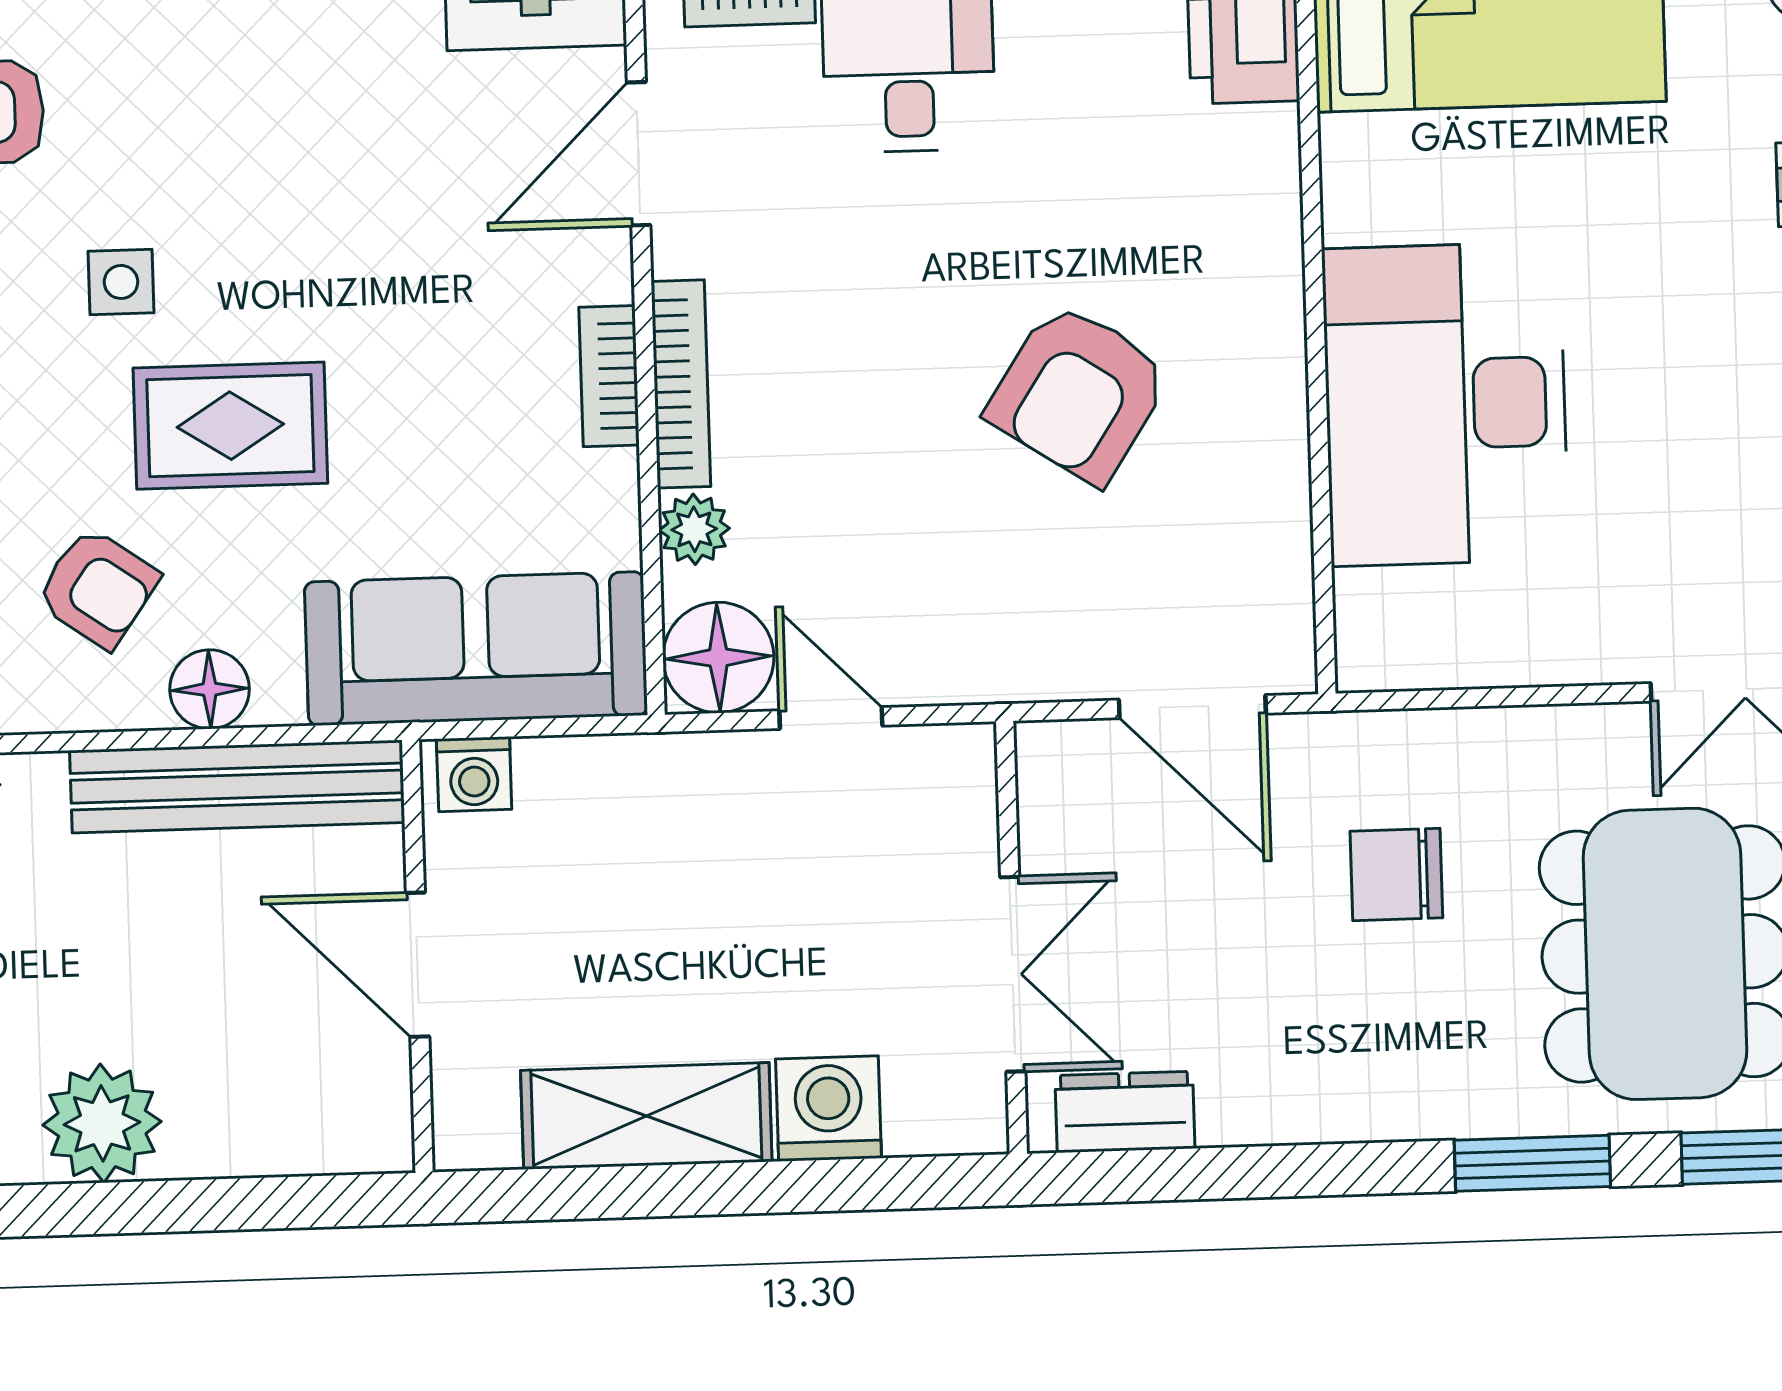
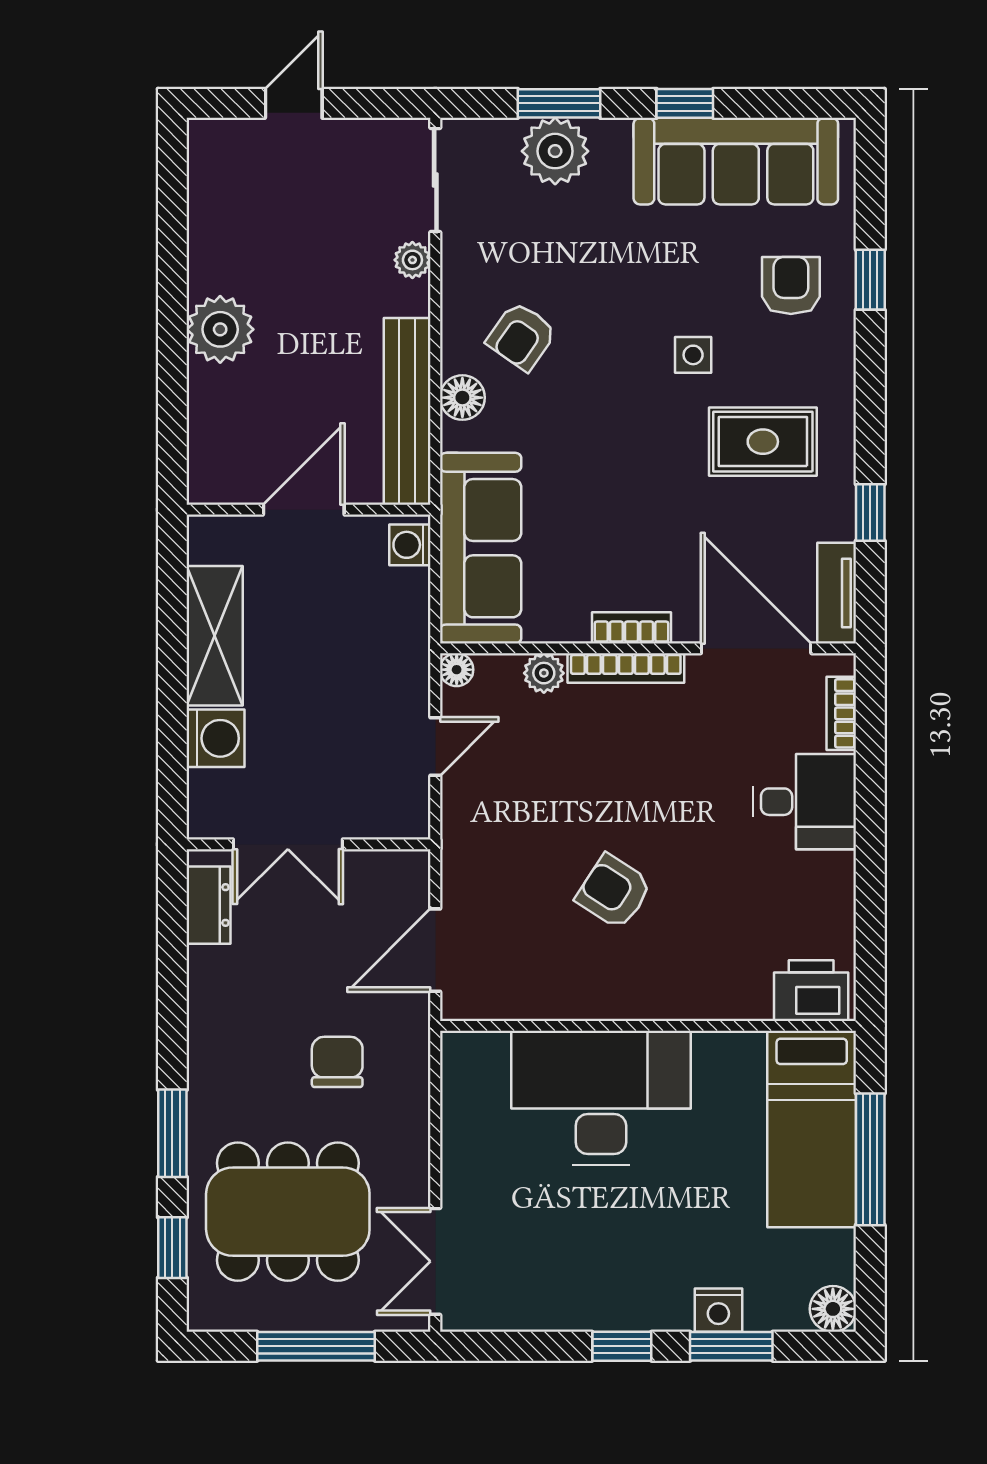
door: (639, 154) -> (756, 648), width x1.36
armchair: (1079, 393) -> (614, 892), width x0.72, depth x0.72
rug: (230, 426) -> (763, 442), moved, turned 90
floor lamp: (718, 658) -> (457, 670), width x0.53, depth x0.53

